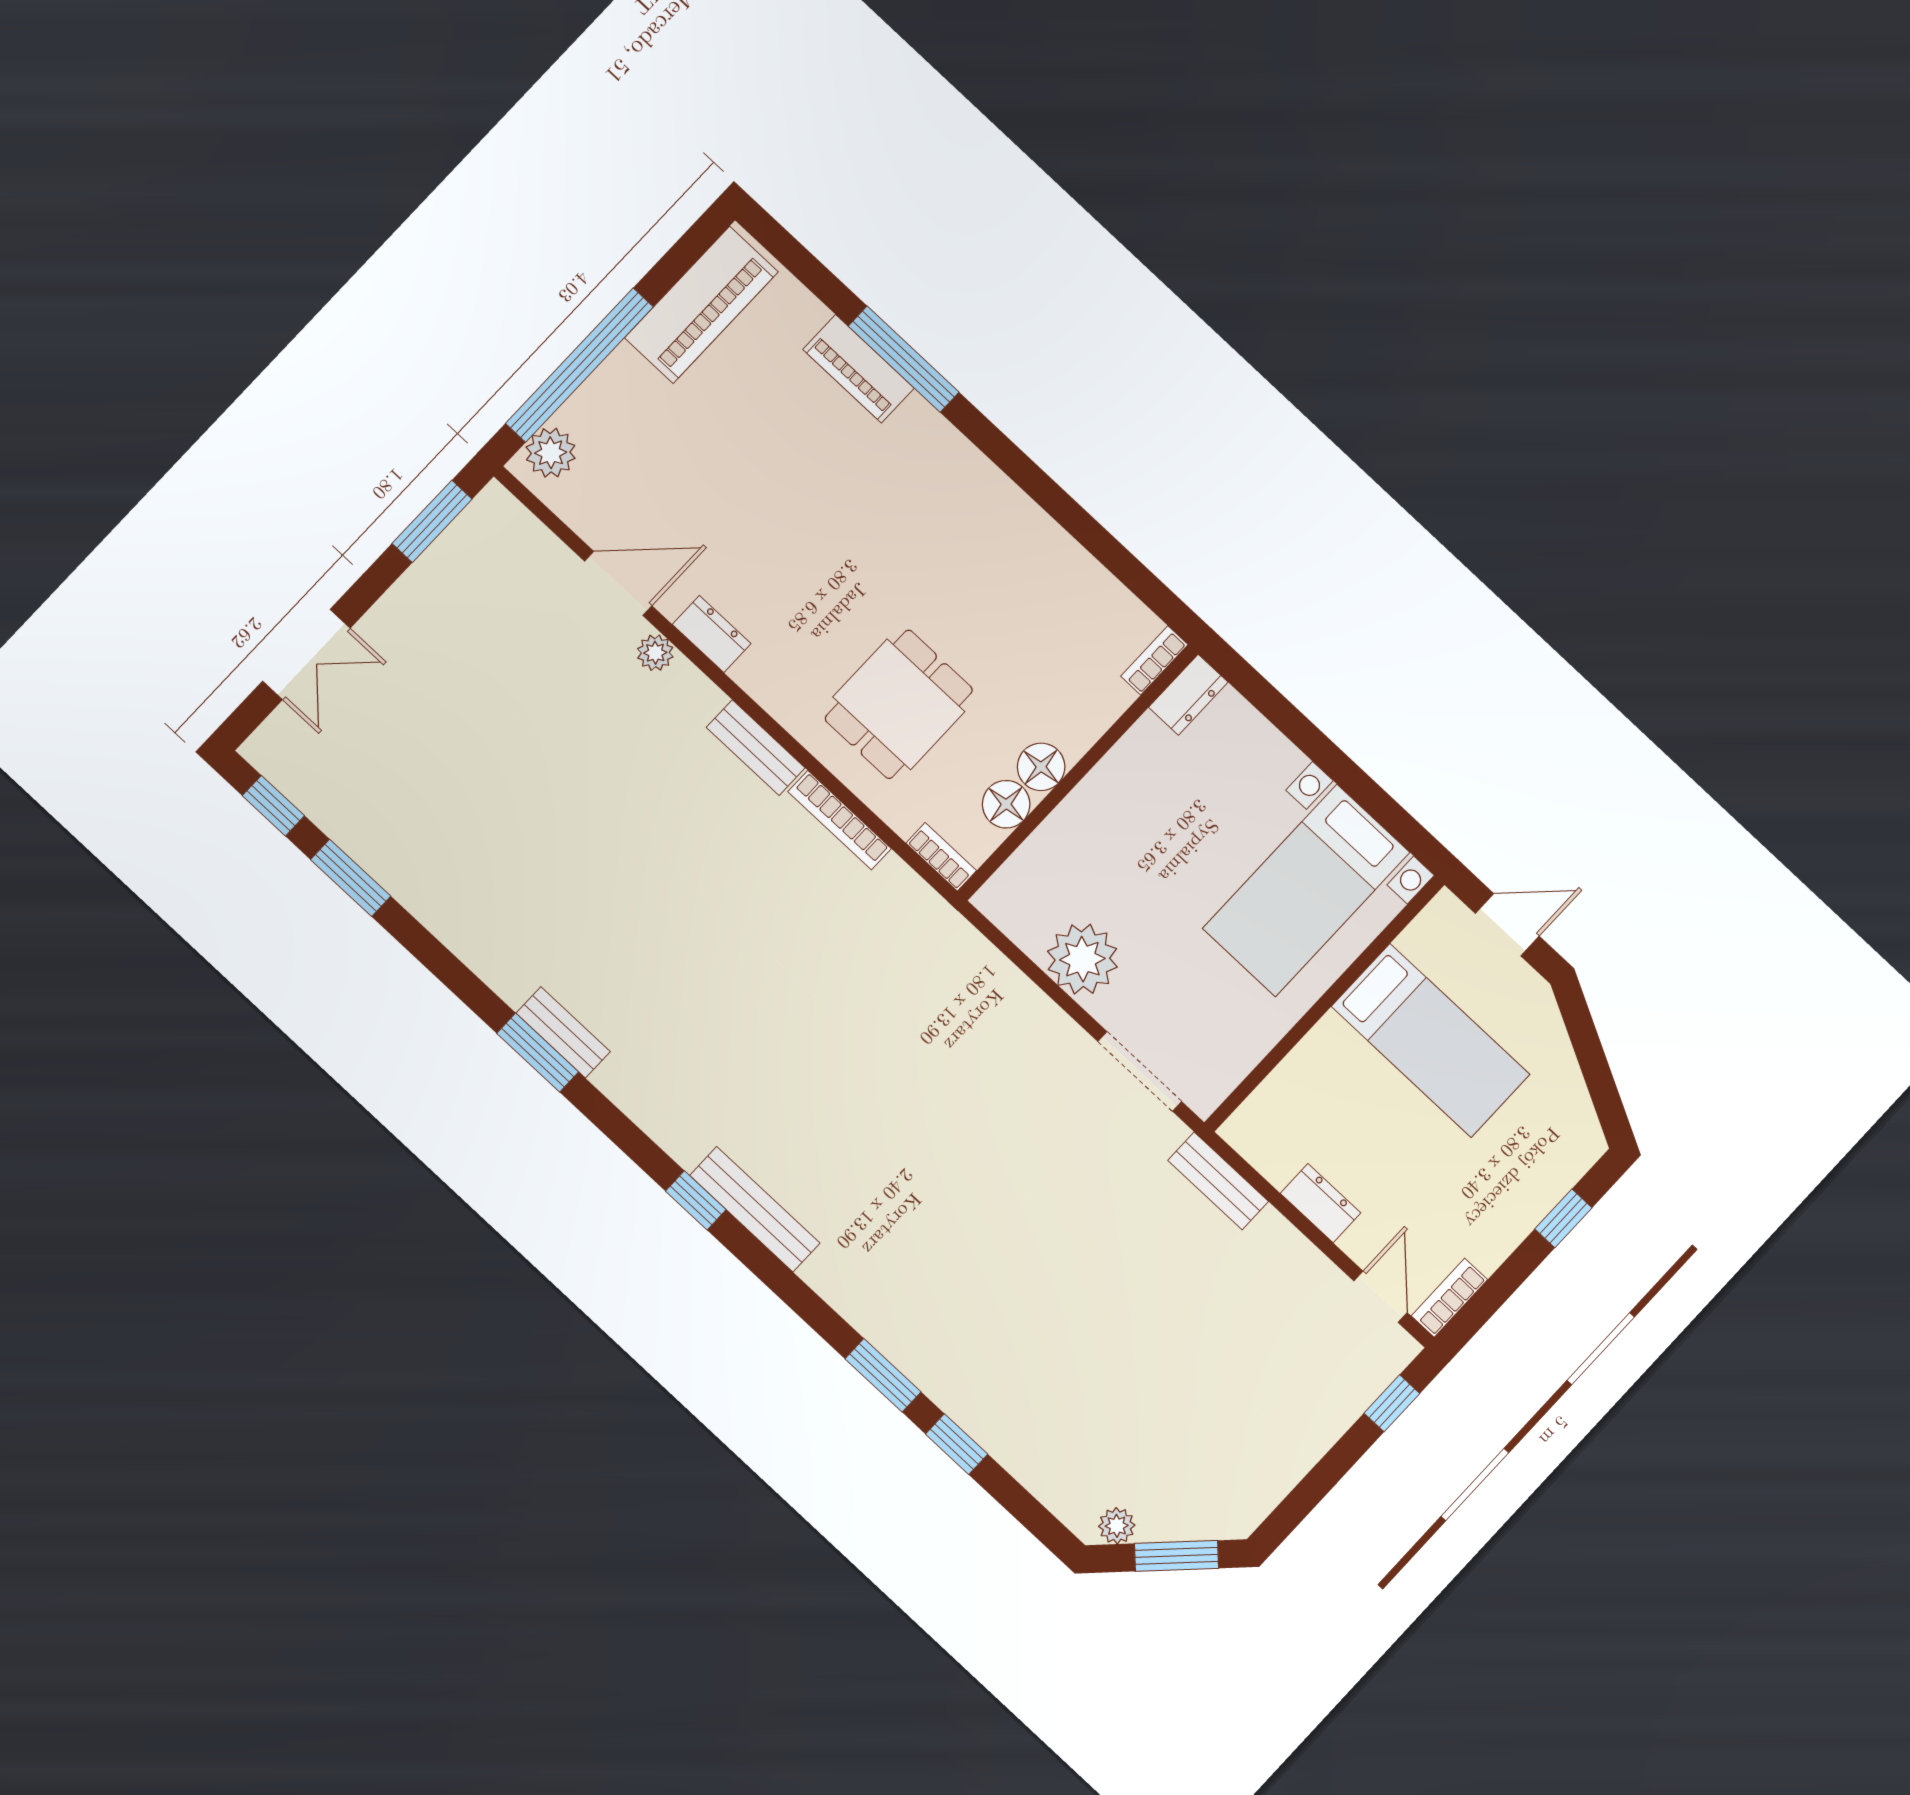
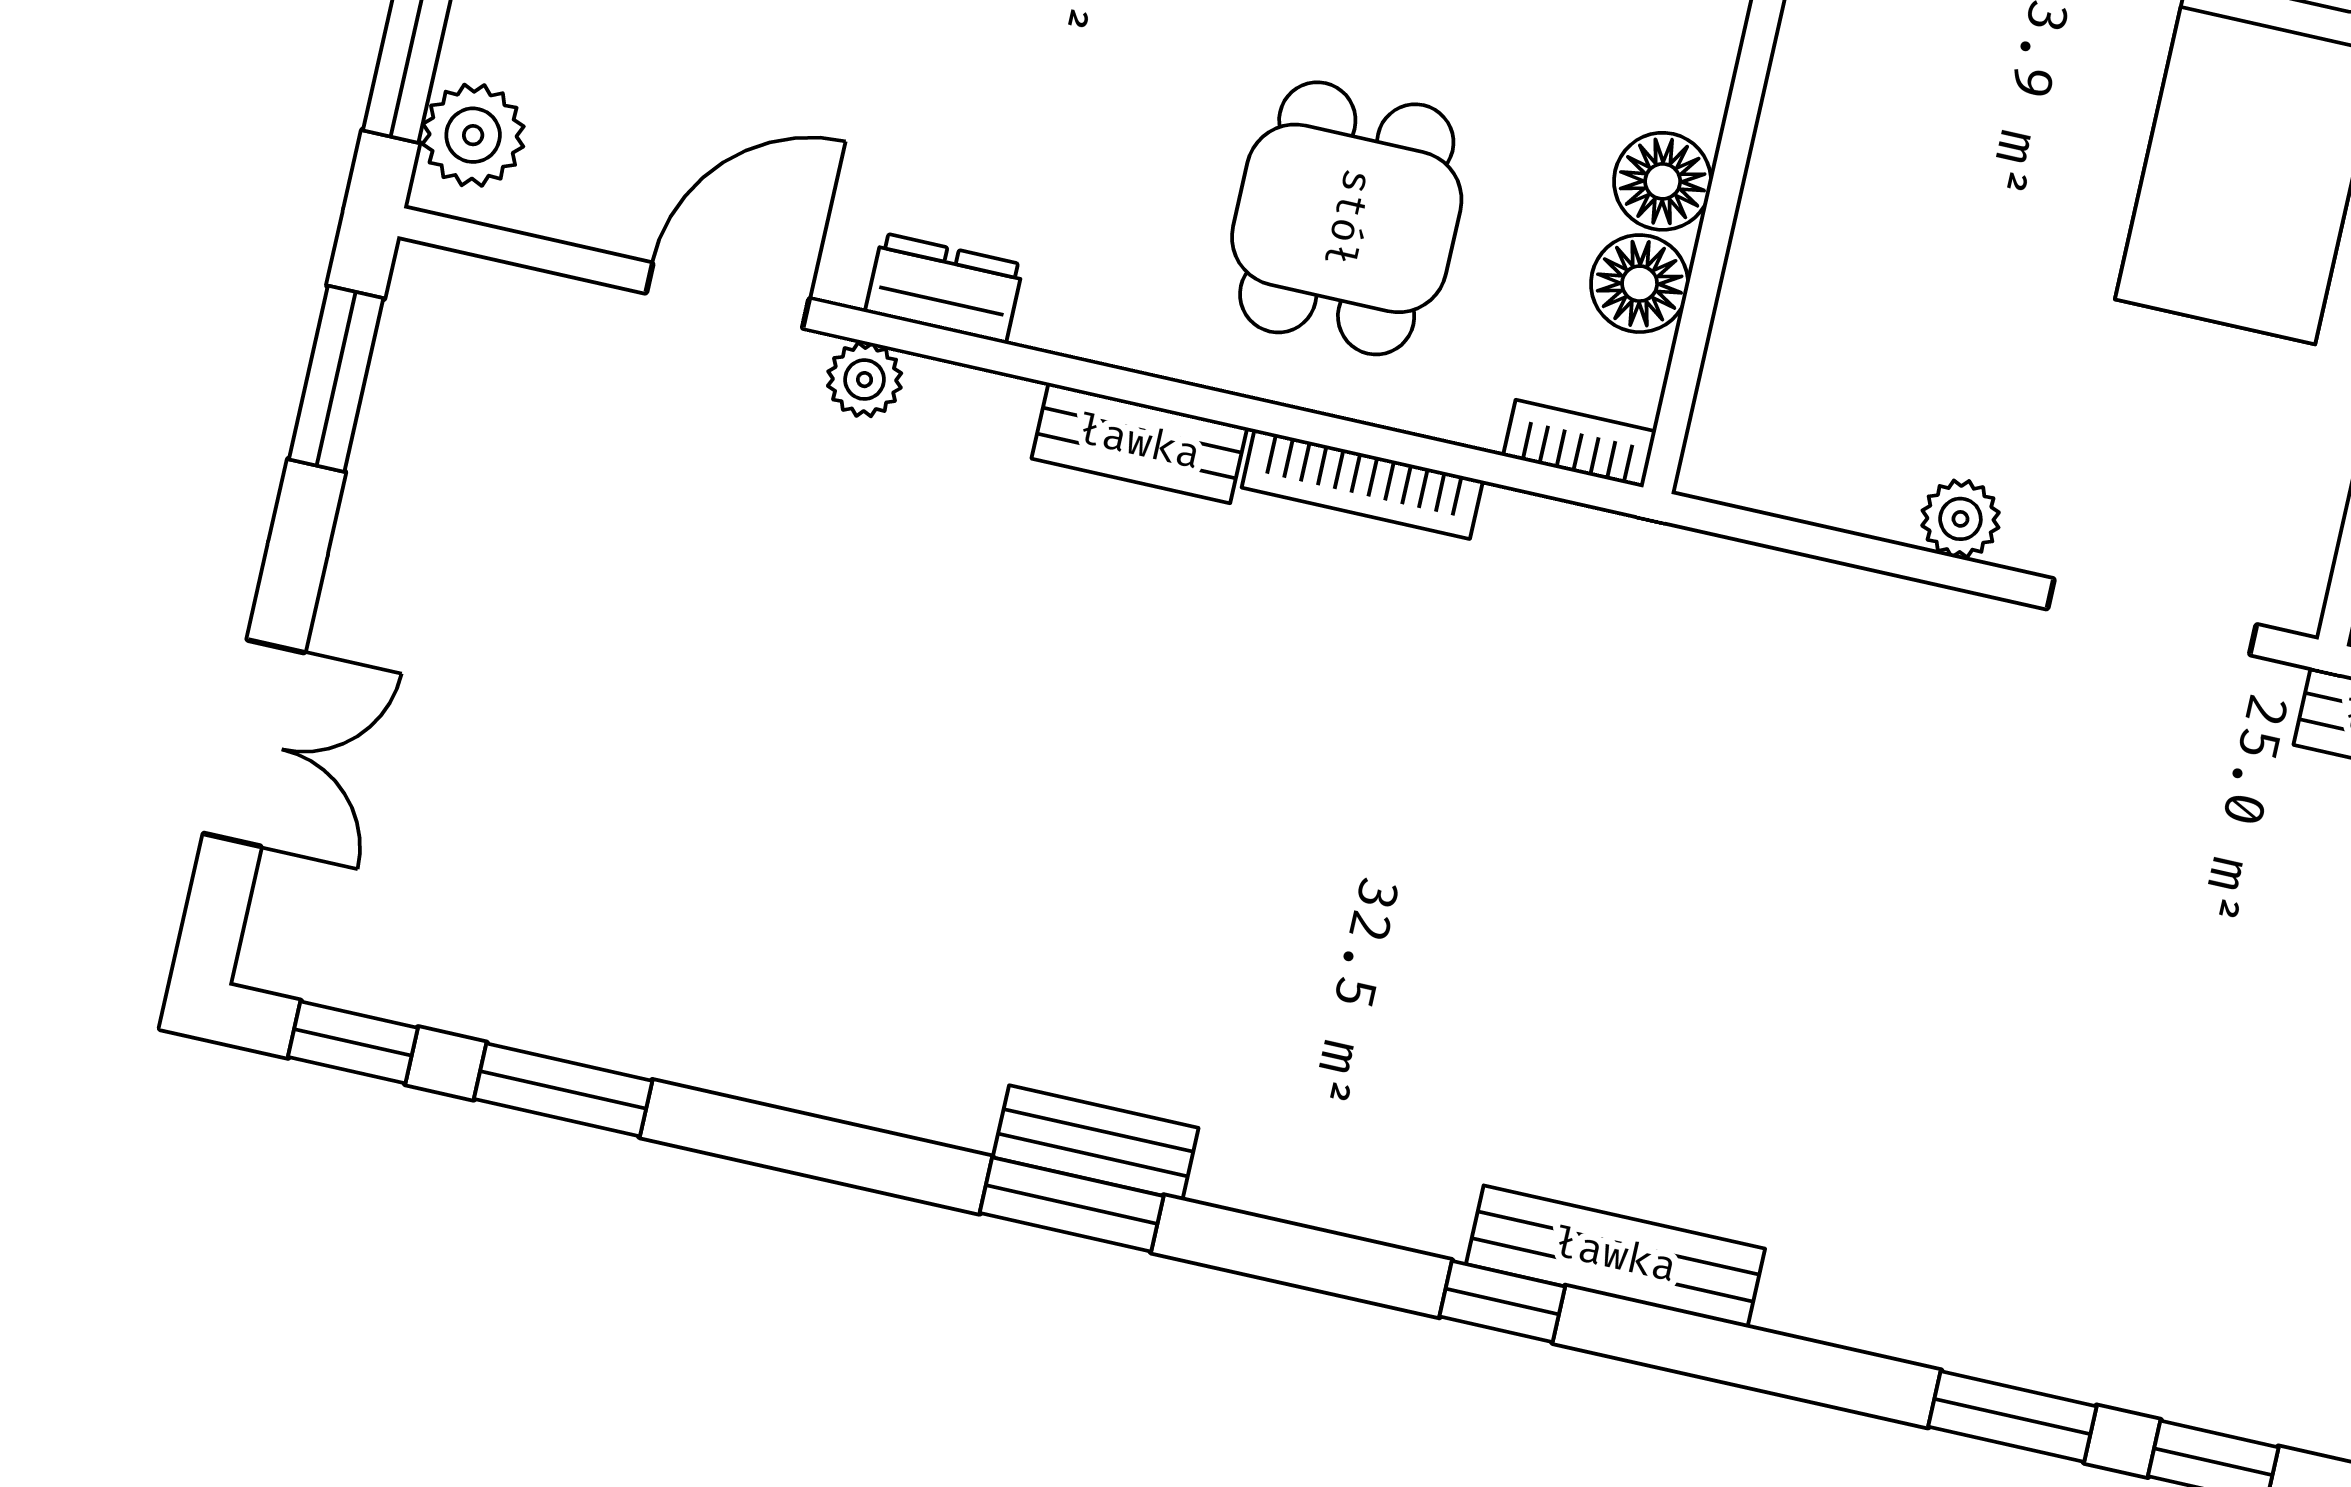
plant: (1082, 959) -> (1960, 519), width x0.53, depth x0.53

